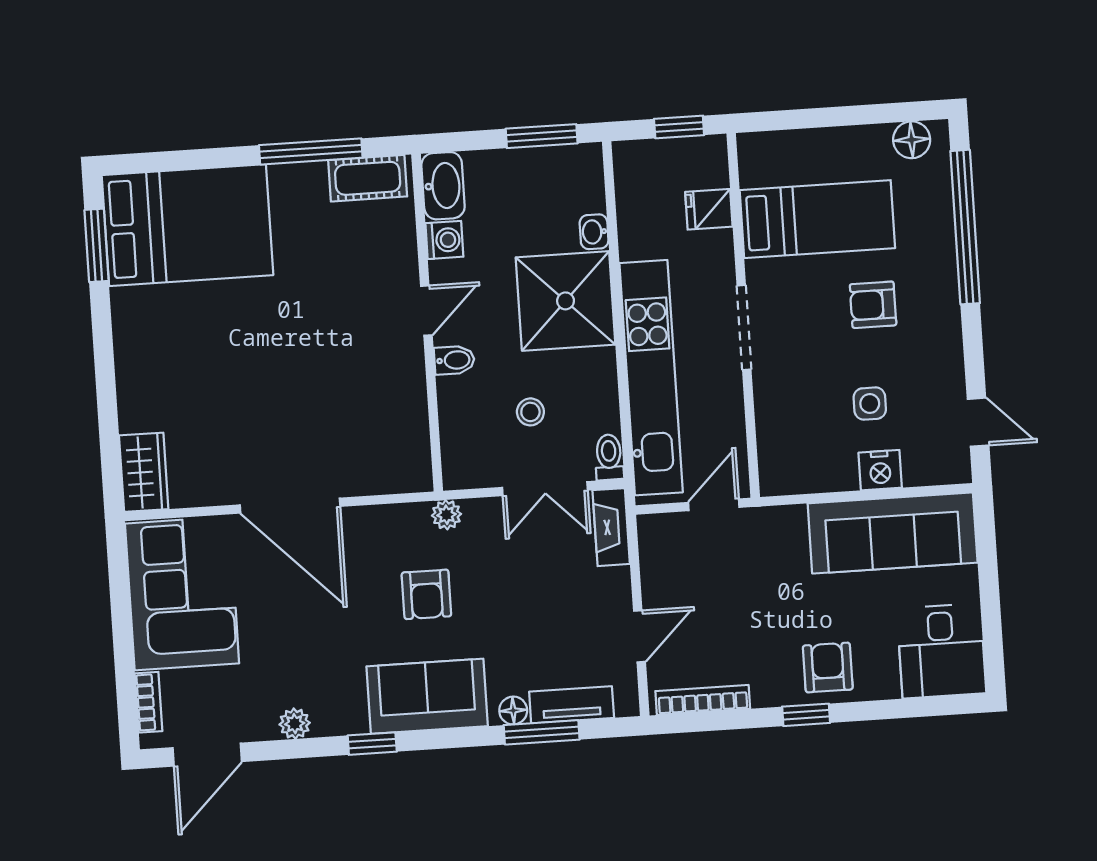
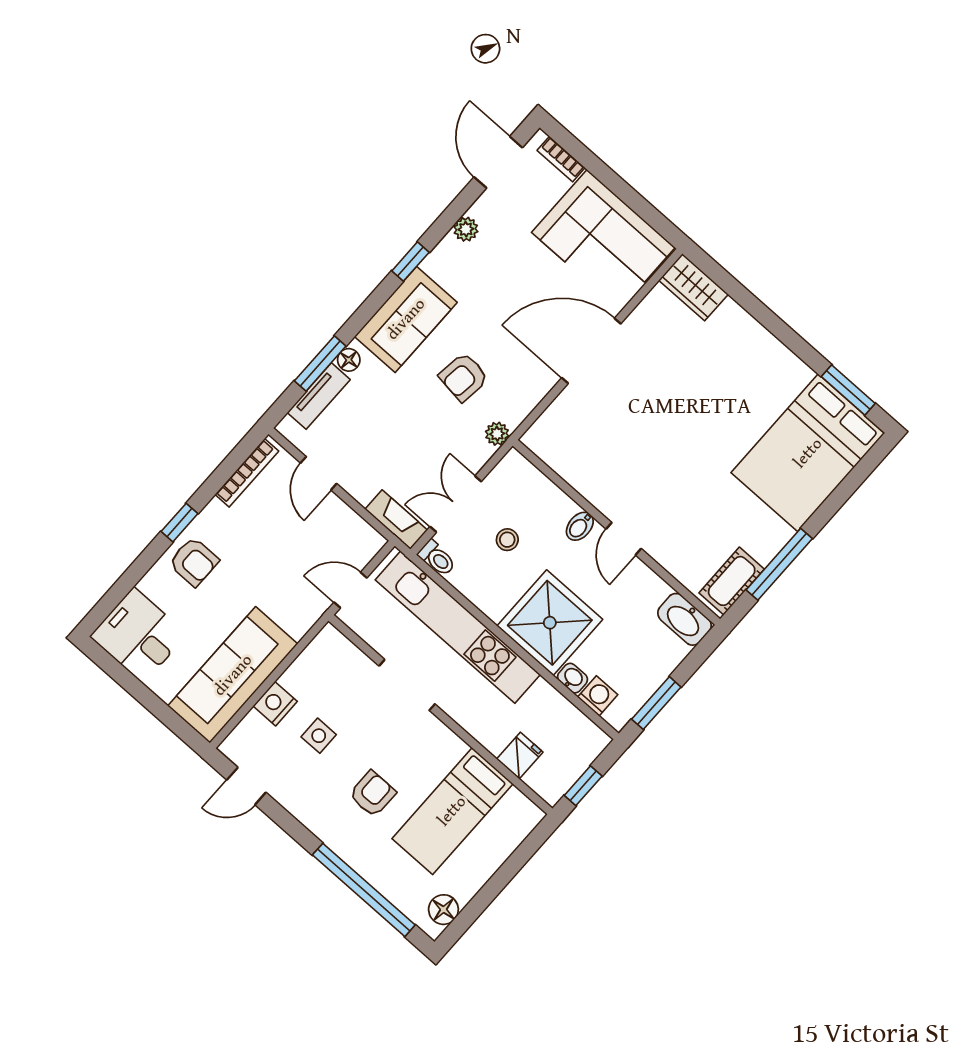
washing machine: (444, 240) -> (598, 696), moved, turned 180
doorway: (744, 328) -> (407, 685), moved
door: (714, 505) -> (350, 590), swing flipped
armchair: (426, 594) -> (464, 377), turned -83

